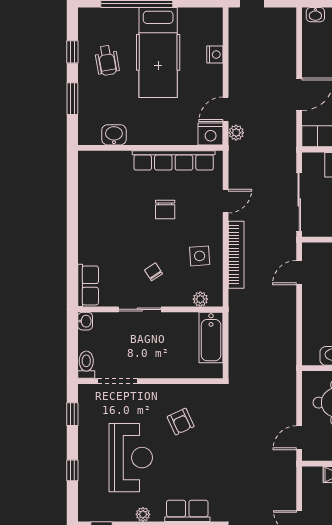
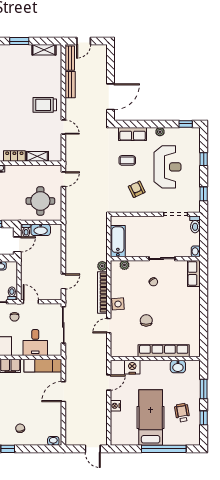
nightstand: (215, 54) -> (115, 406), moved
plant: (236, 133) -> (102, 266), moved
nightstand: (211, 134) -> (132, 367), moved
row of seats: (174, 160) -> (164, 351), moved
side table: (200, 256) -> (118, 304), moved
reception desk: (131, 458) -> (167, 167), turned 180
coffee table: (196, 468) -> (127, 160), added

